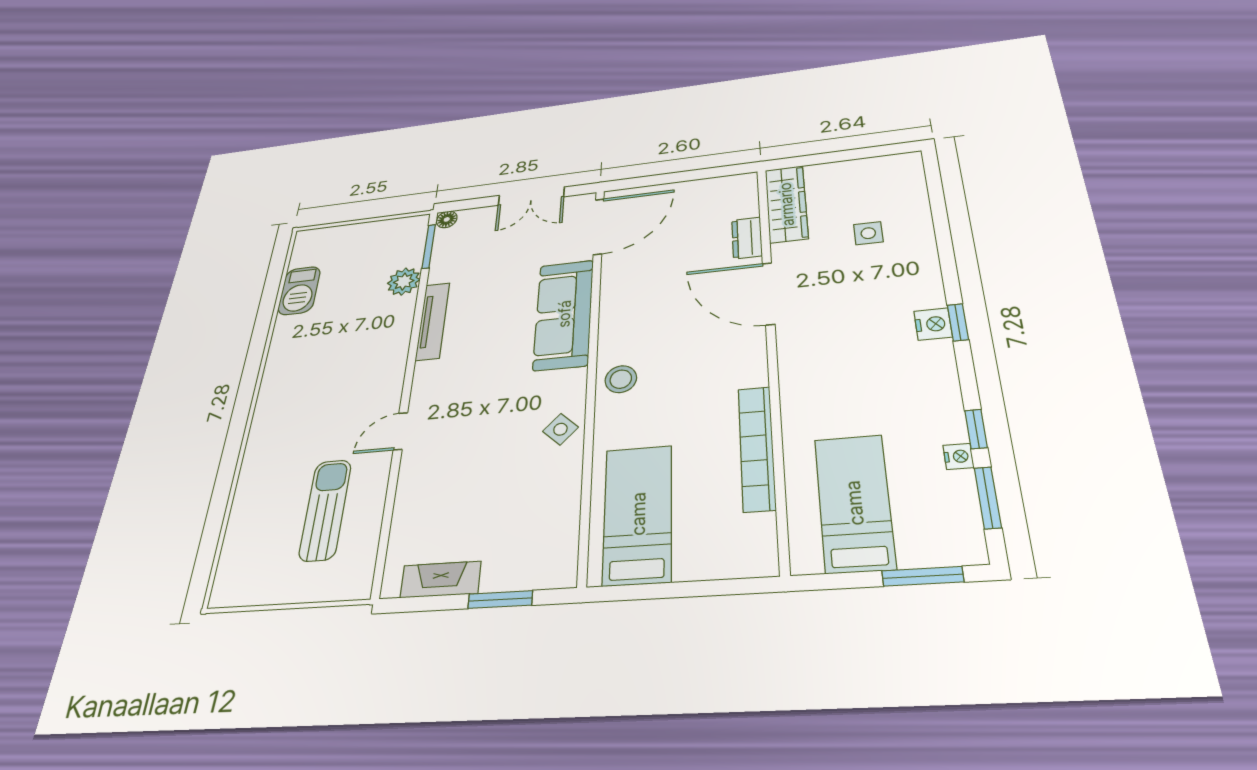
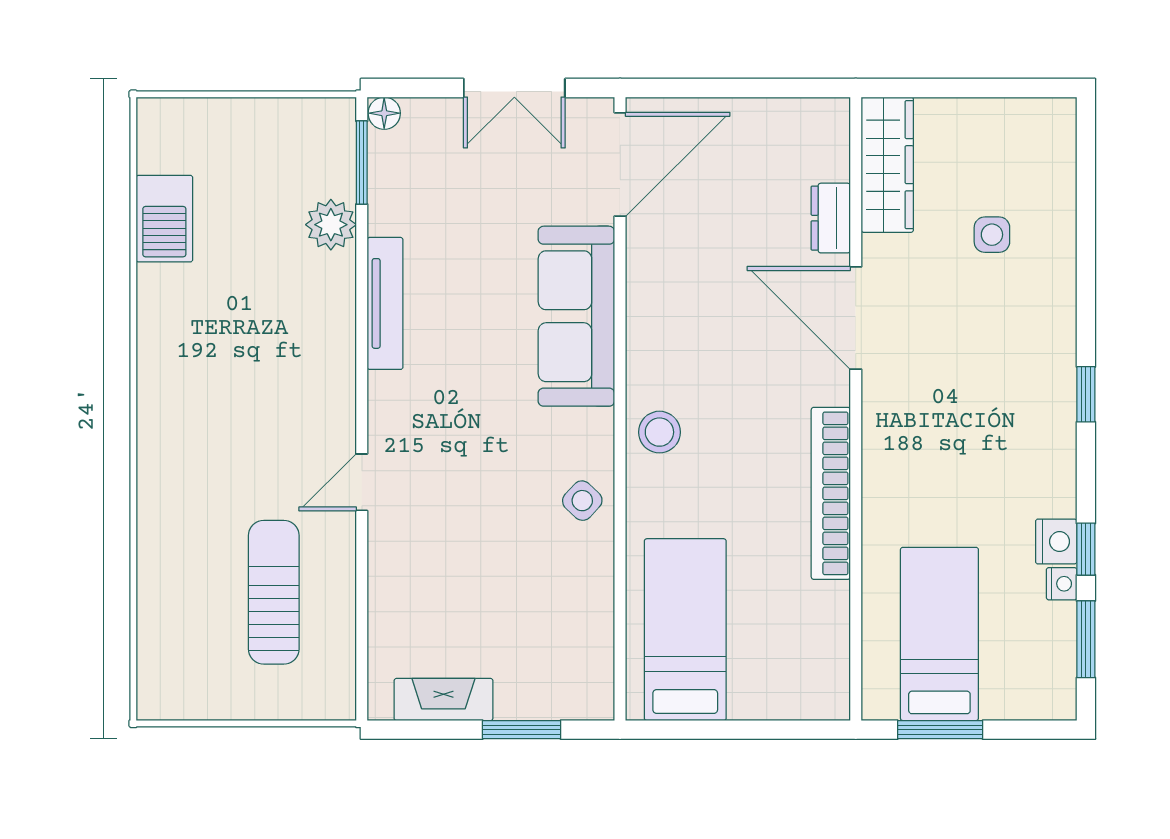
nightstand: (933, 324) -> (1056, 542), moved
bookcase: (757, 448) -> (831, 493), moved
window: (923, 576) -> (940, 730), moved

